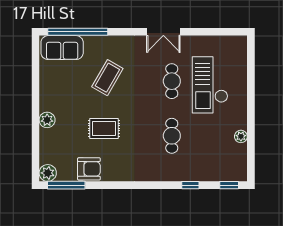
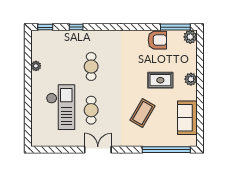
sofa: (62, 48) -> (187, 118), moved, turned -90
rug: (104, 128) -> (160, 80), moved
armchair: (89, 169) -> (157, 40), turned 180

